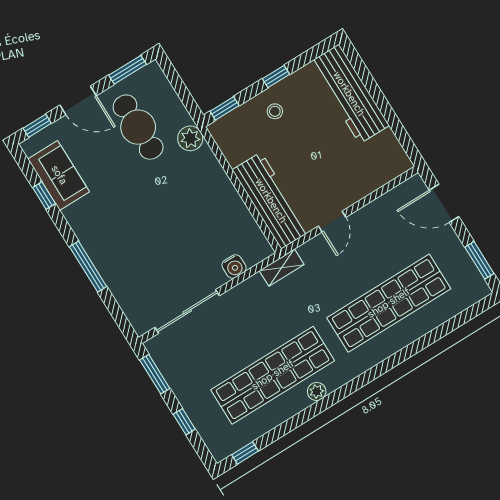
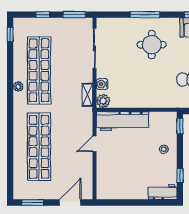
window: (276, 76) -> (180, 176), moved
workbench: (349, 94) -> (163, 192), width x0.53, depth x0.76
plant: (190, 138) -> (103, 101), moved
door: (332, 222) -> (94, 144), hinge flipped
round table: (127, 228) -> (152, 45), added
shelving: (282, 268) -> (87, 95), moved

